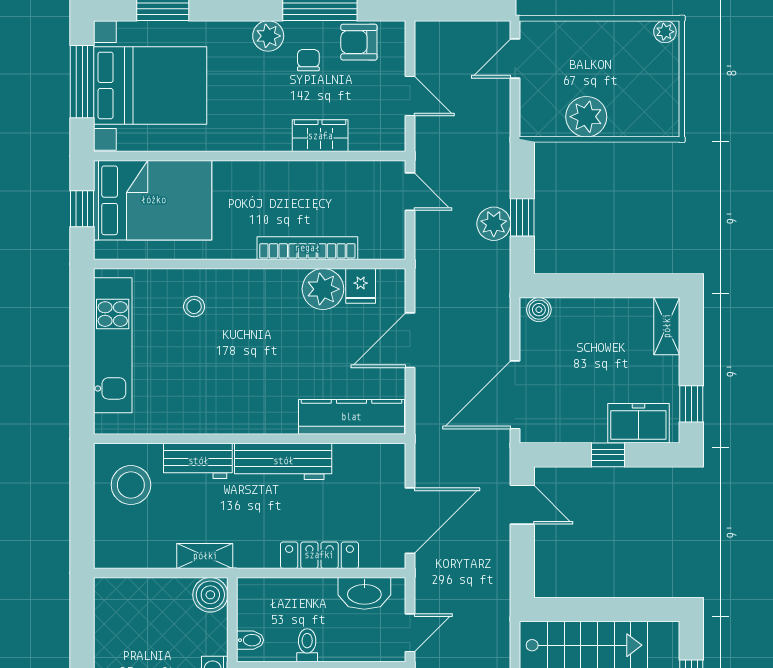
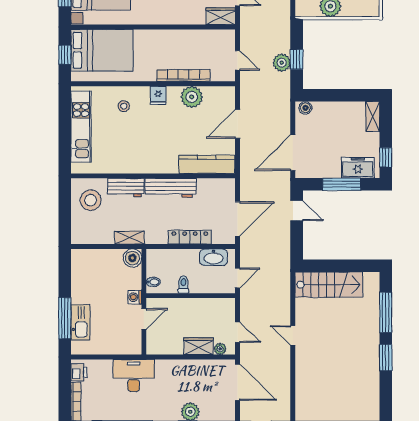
wardrobe: (320, 136) -> (221, 16), moved
door: (410, 192) -> (238, 60), moved
fridge: (361, 286) -> (158, 95), moved
window: (608, 455) -> (342, 184), width x2.17

